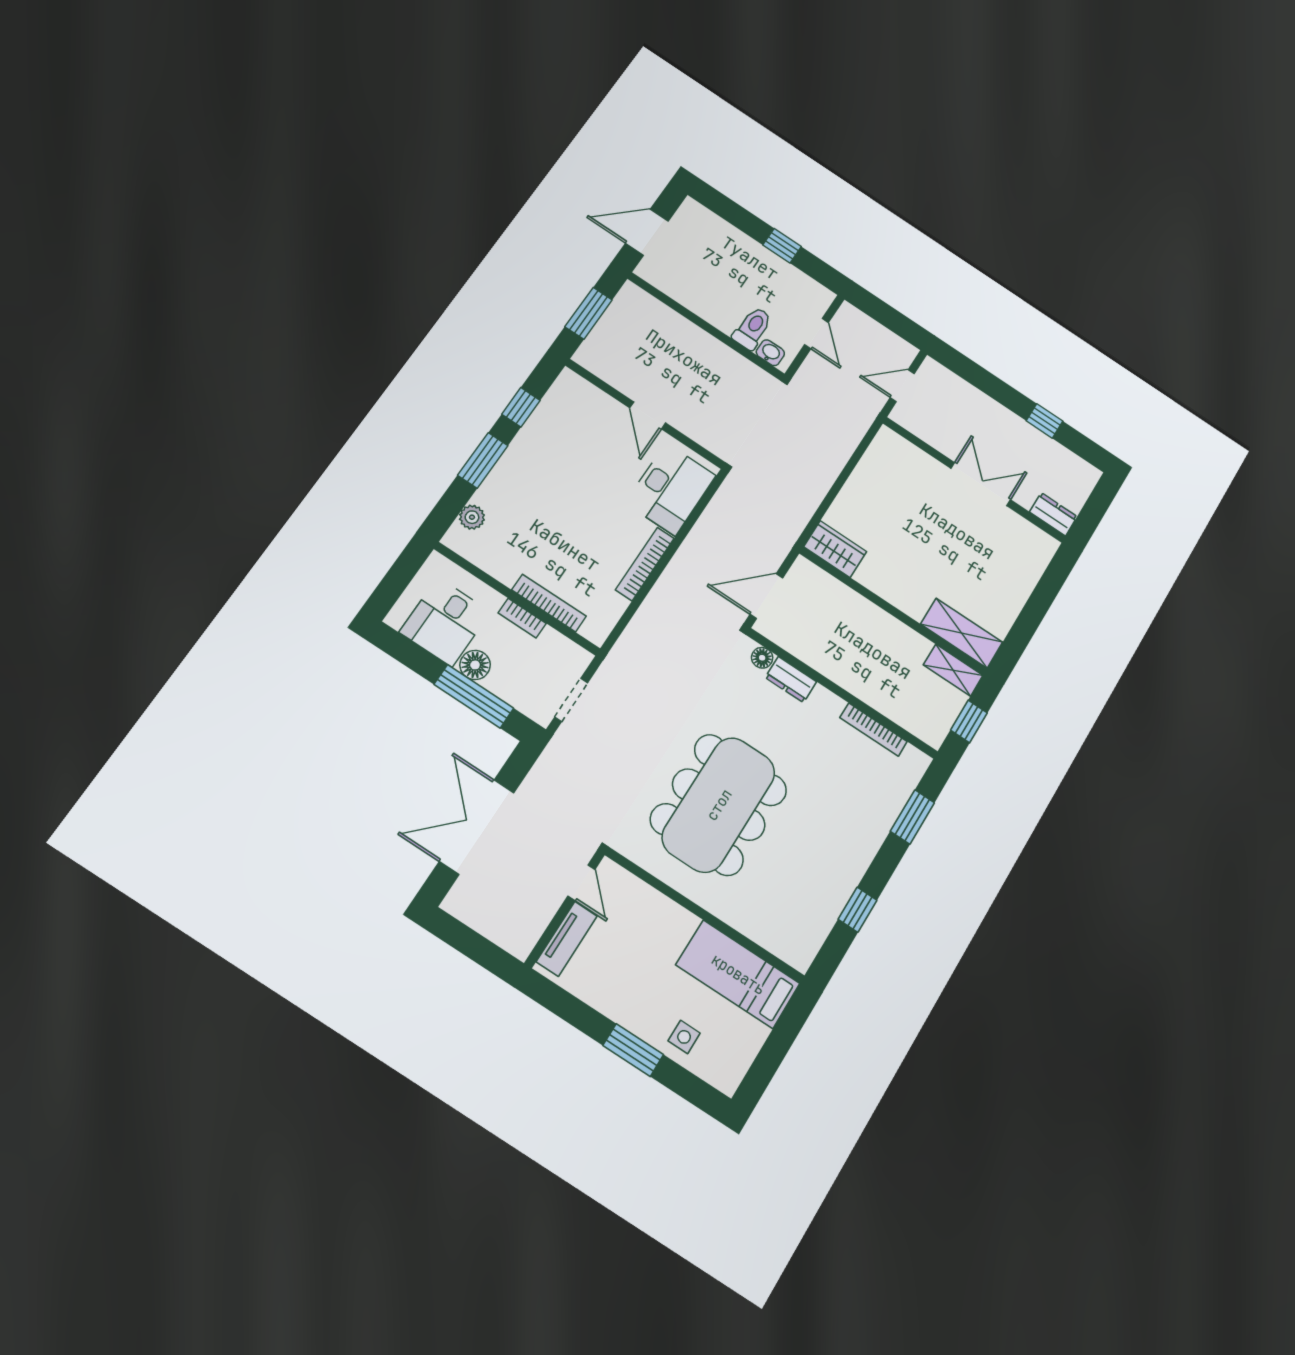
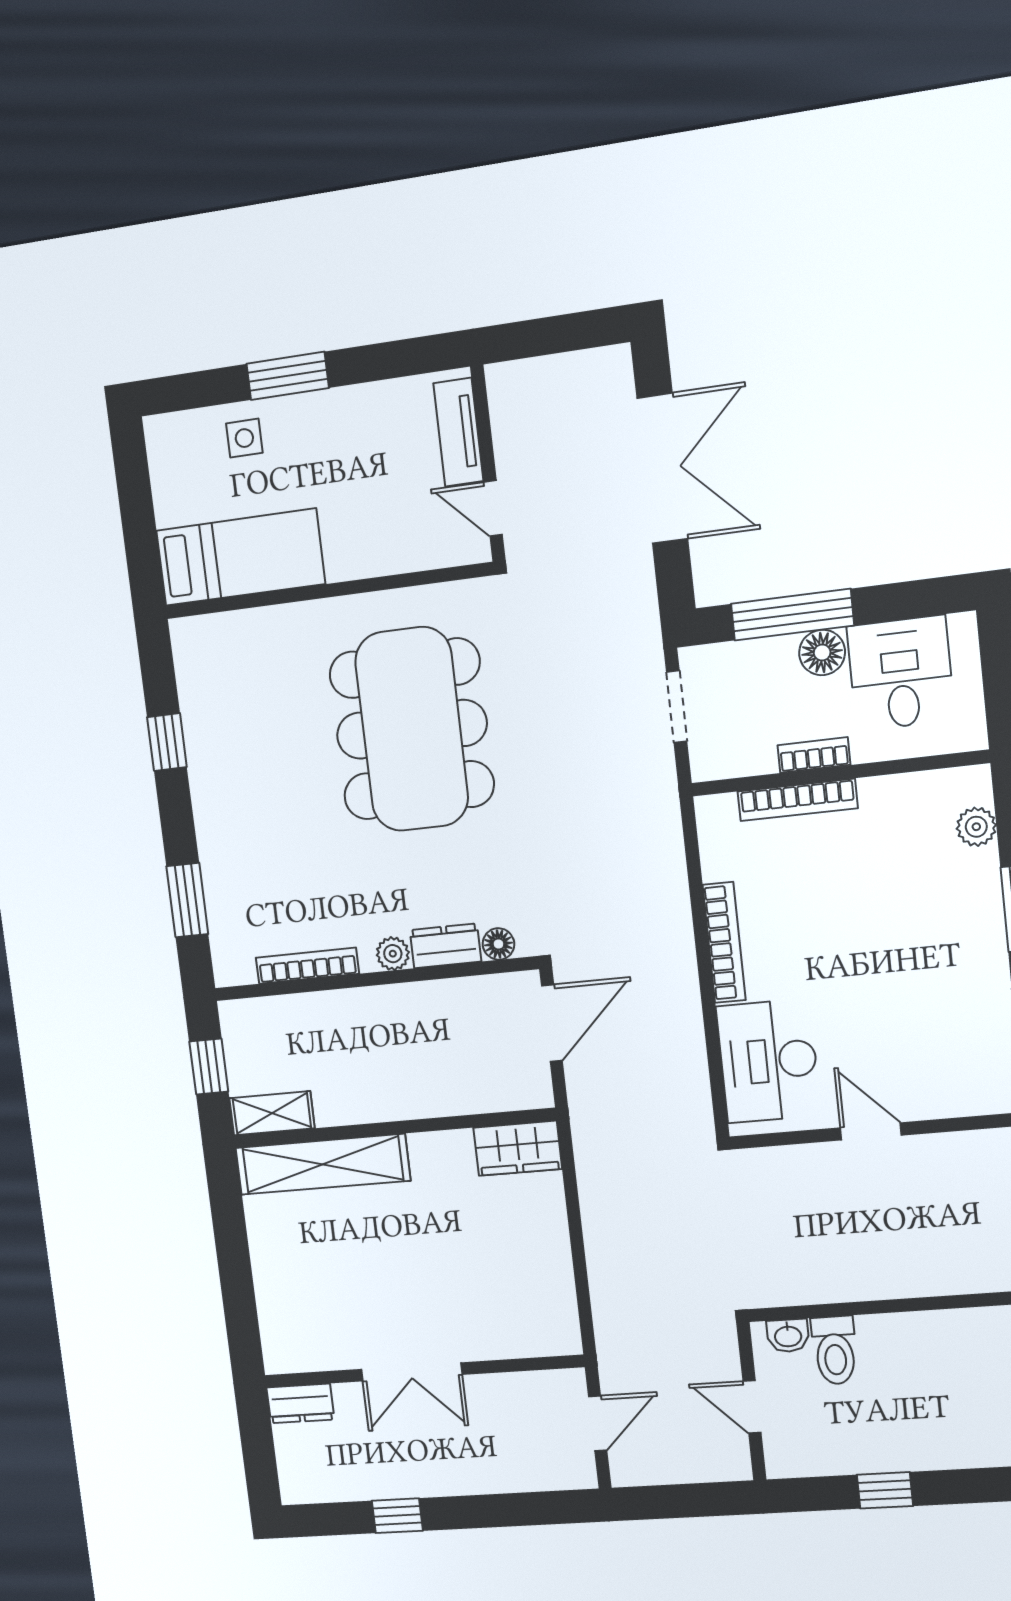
shelving: (962, 633) -> (323, 1164), width x1.47
plant: (822, 698) -> (393, 954), added

